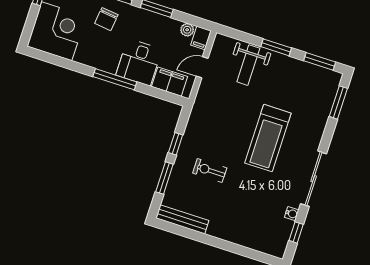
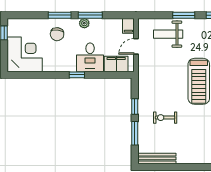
plant: (187, 30) -> (84, 23), moved
weight bench: (248, 65) -> (168, 34), turned 90
window: (115, 79) -> (77, 75), width x0.46

